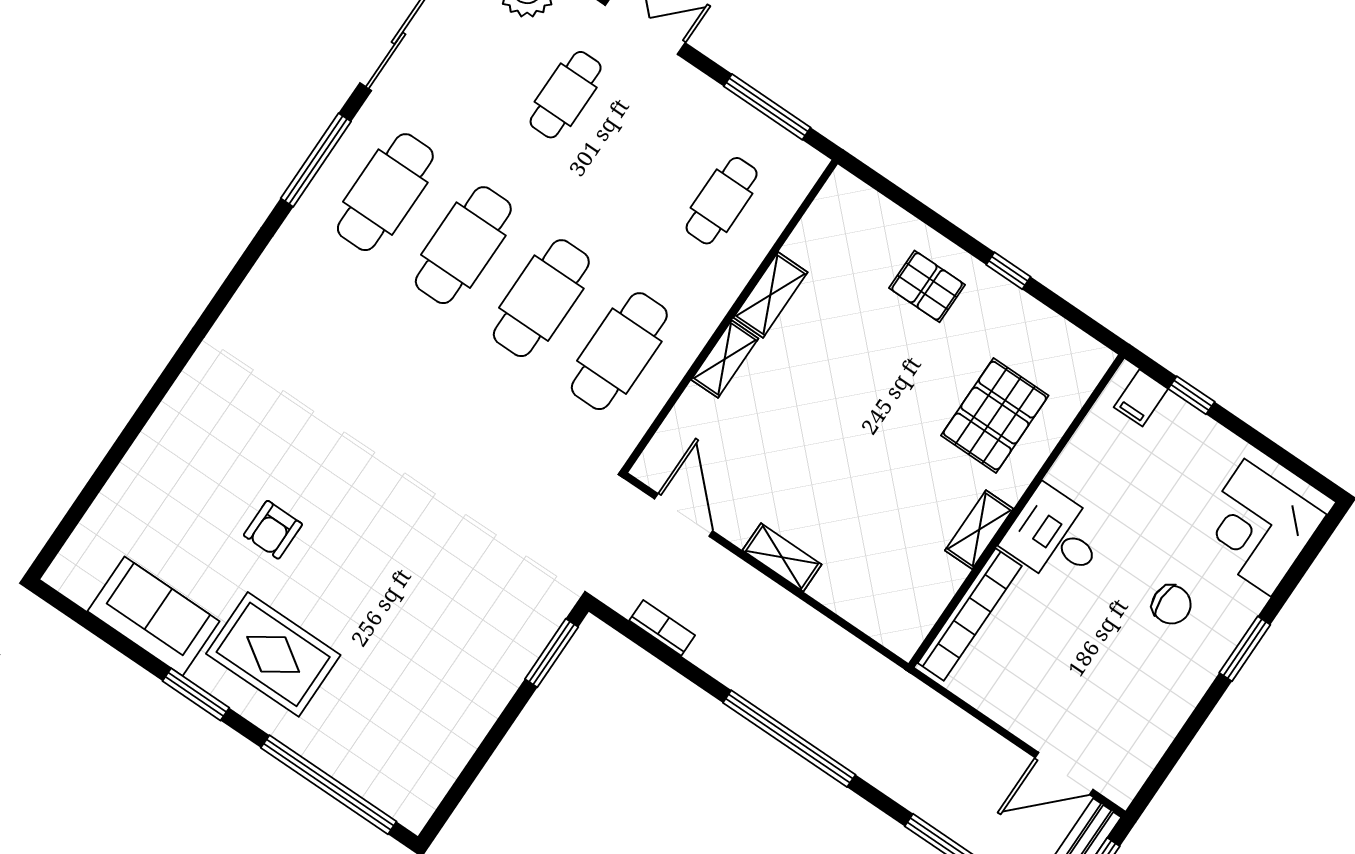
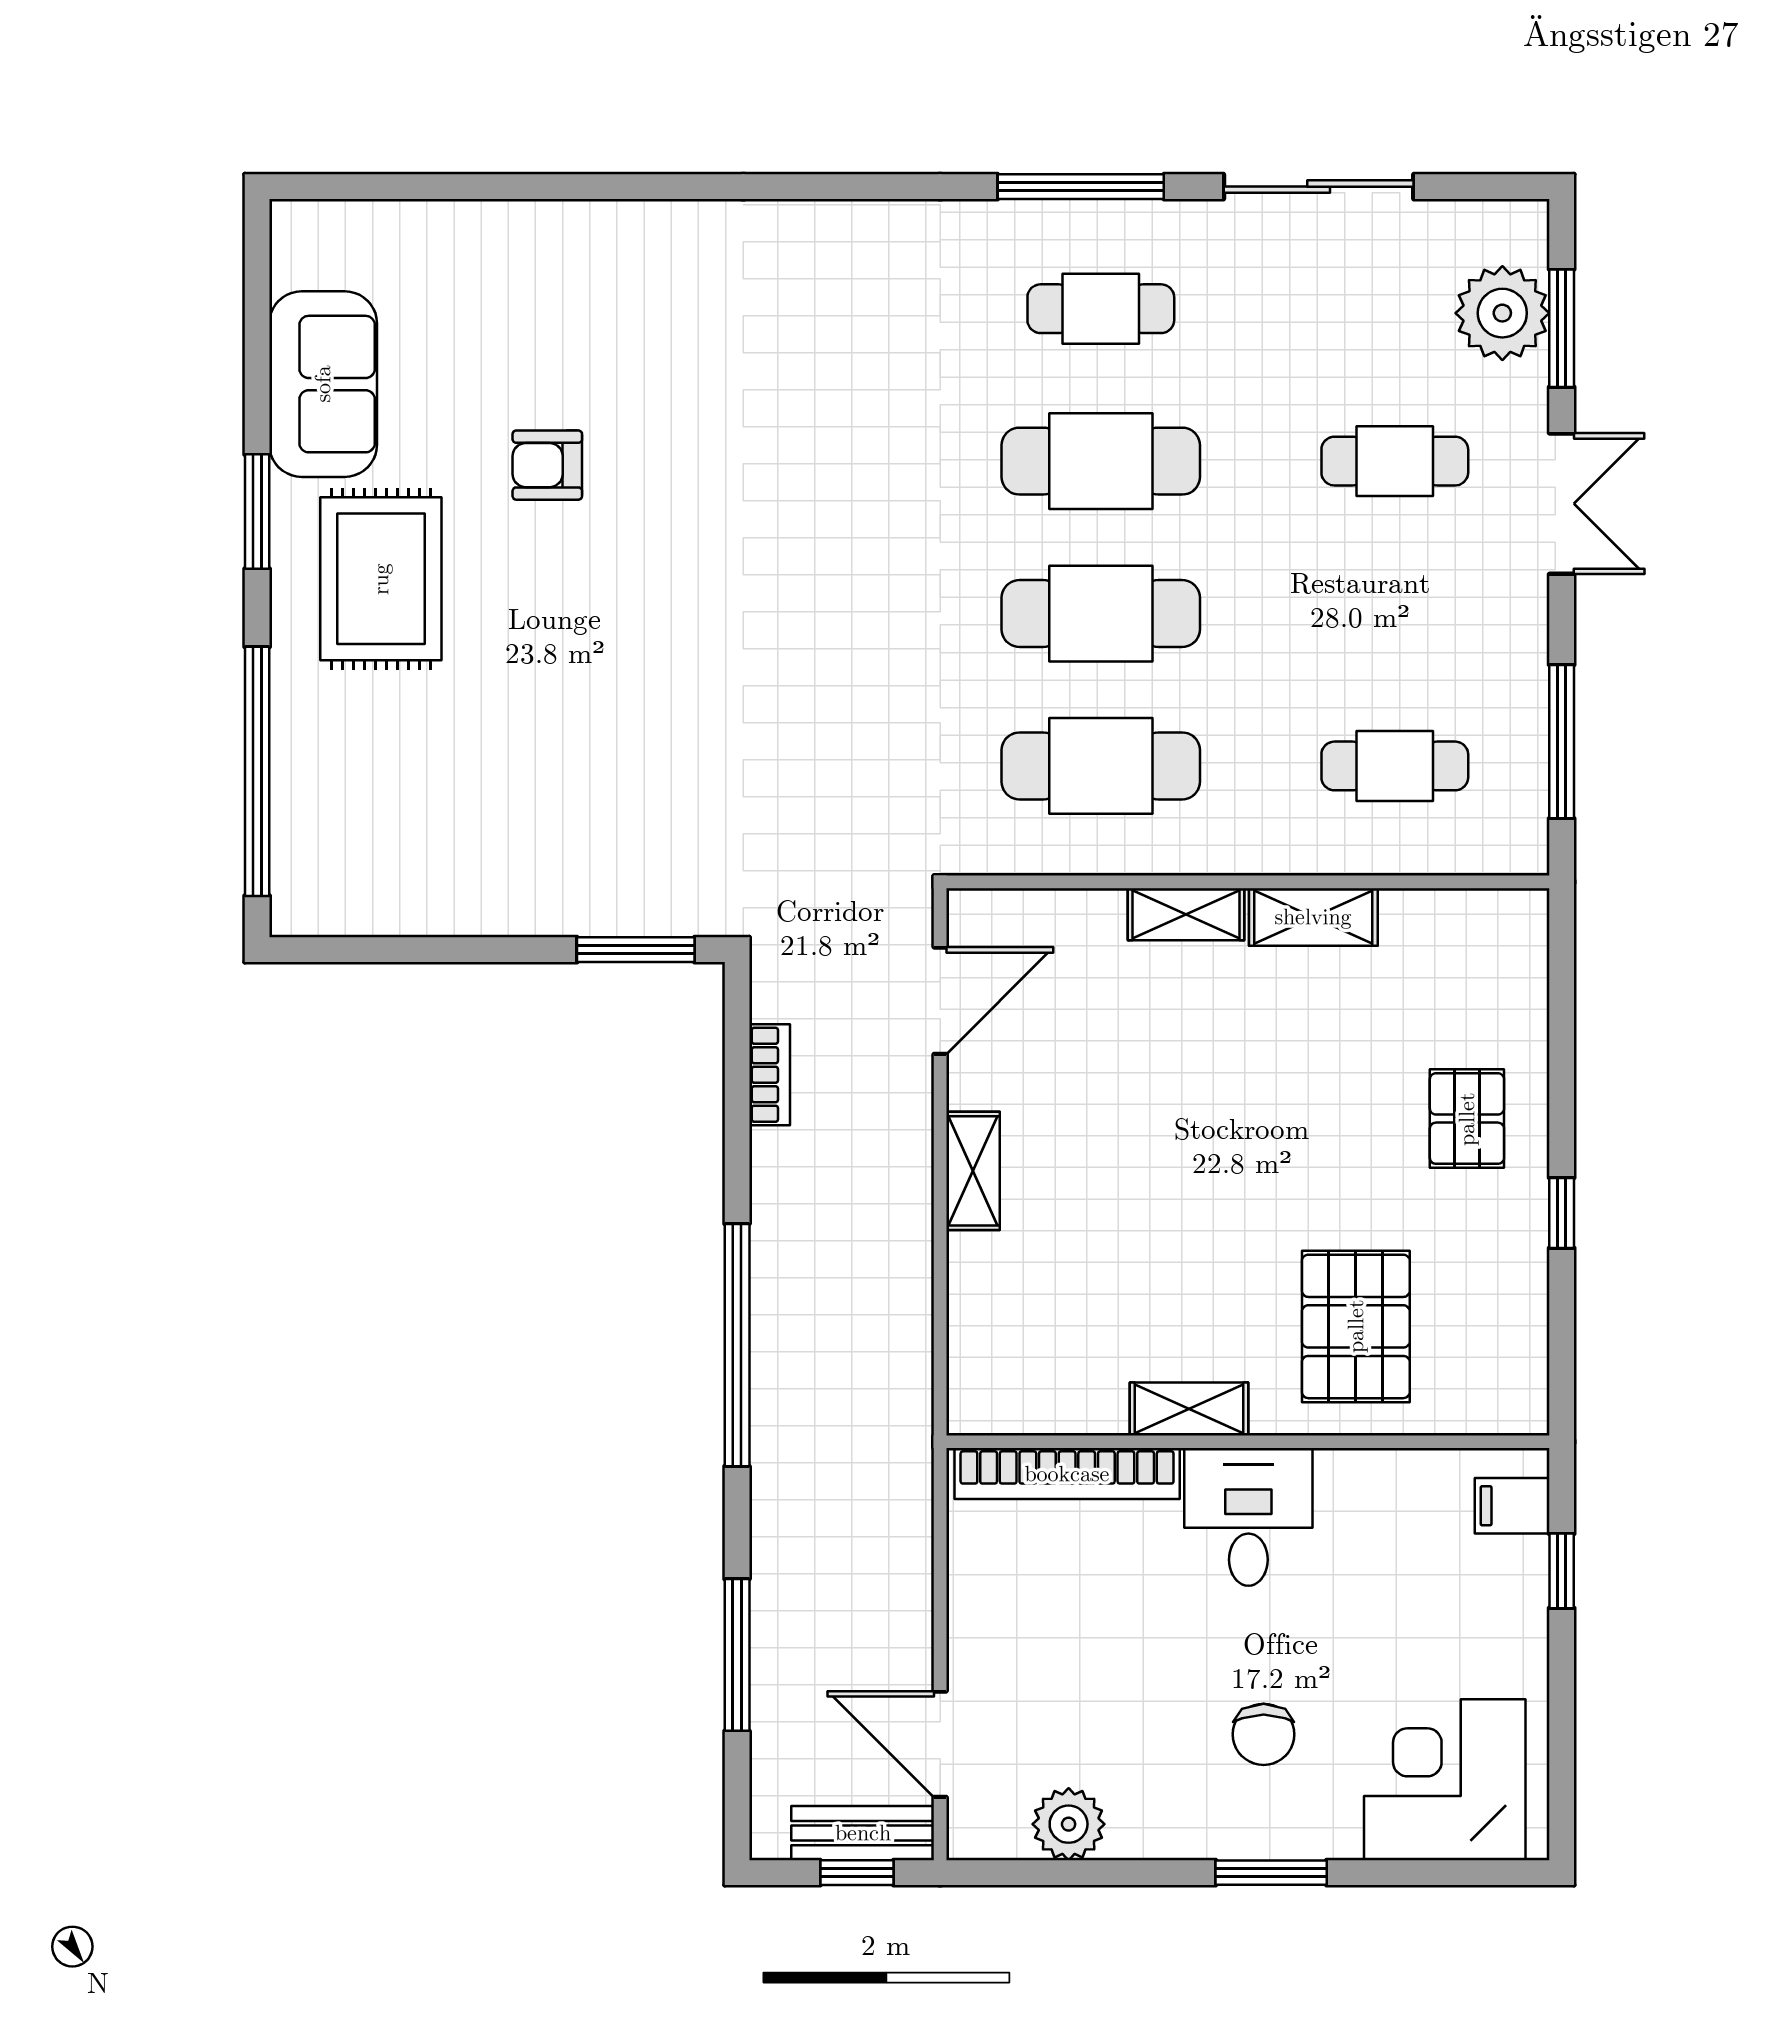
cafe table: (385, 192) -> (1101, 309), width x0.73, depth x0.74
pallet: (995, 416) -> (1356, 1326), turned 90
plant: (1150, 736) -> (1069, 1824), added

